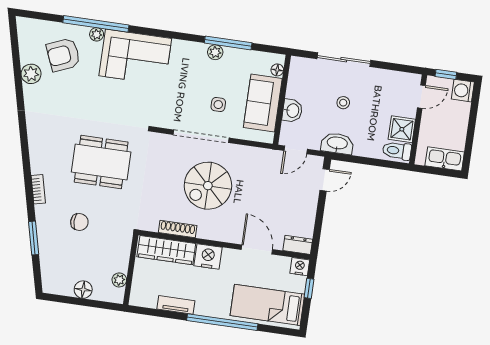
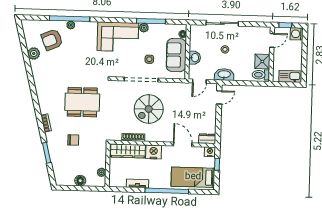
corner sofa: (135, 57) -> (118, 37), moved

